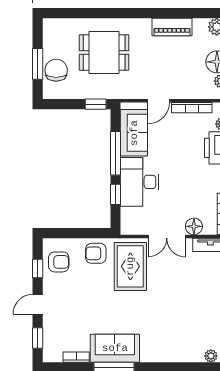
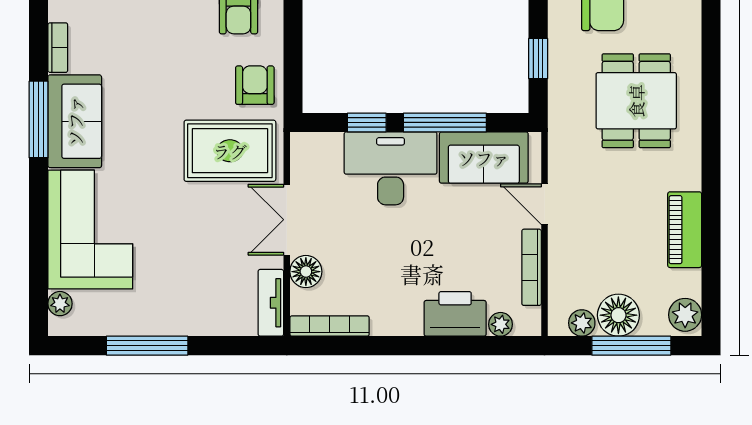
window: (96, 104) -> (538, 59), moved
corner sofa: (172, 340) -> (90, 230), added

